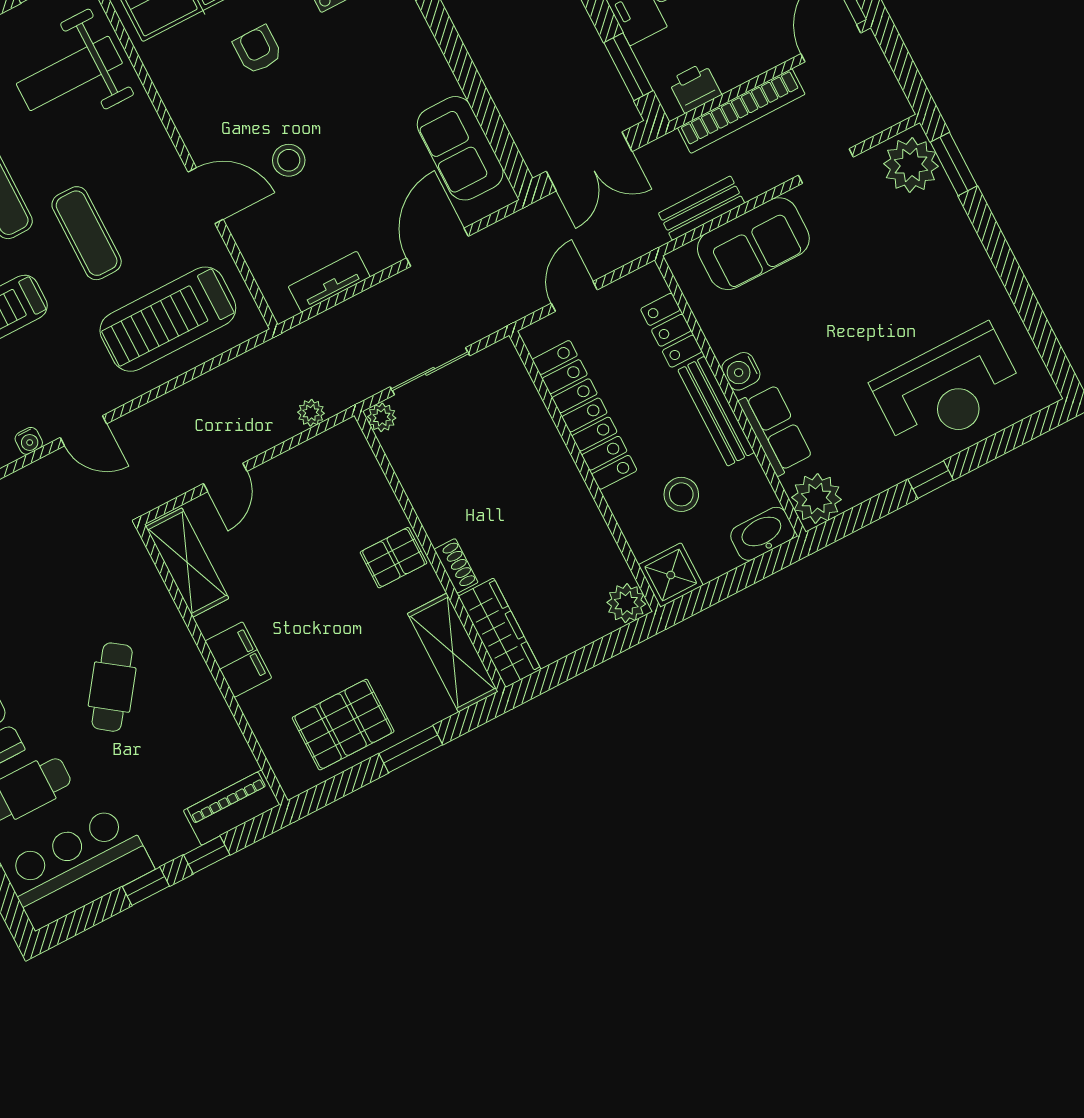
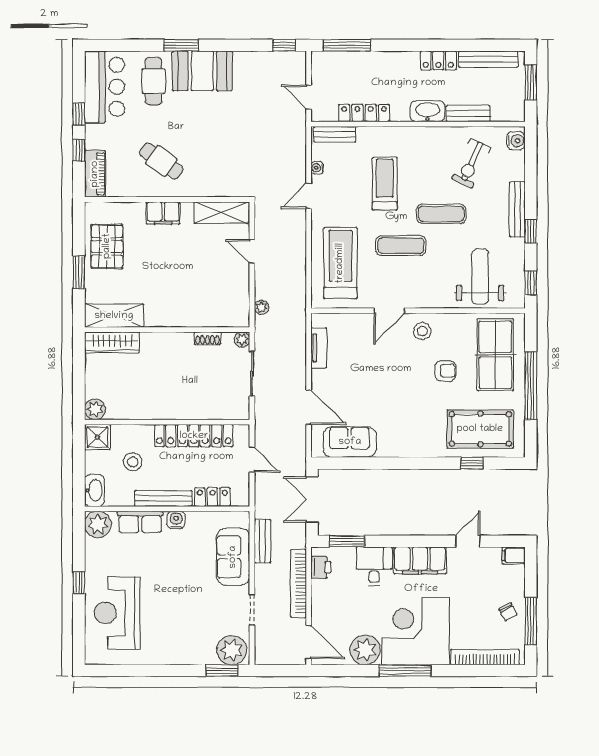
stool: (289, 160) -> (422, 331), moved
pallet: (394, 558) -> (173, 311), removed
shoe rack: (456, 566) -> (207, 338), moved
cafe table: (112, 687) -> (161, 161), moved

